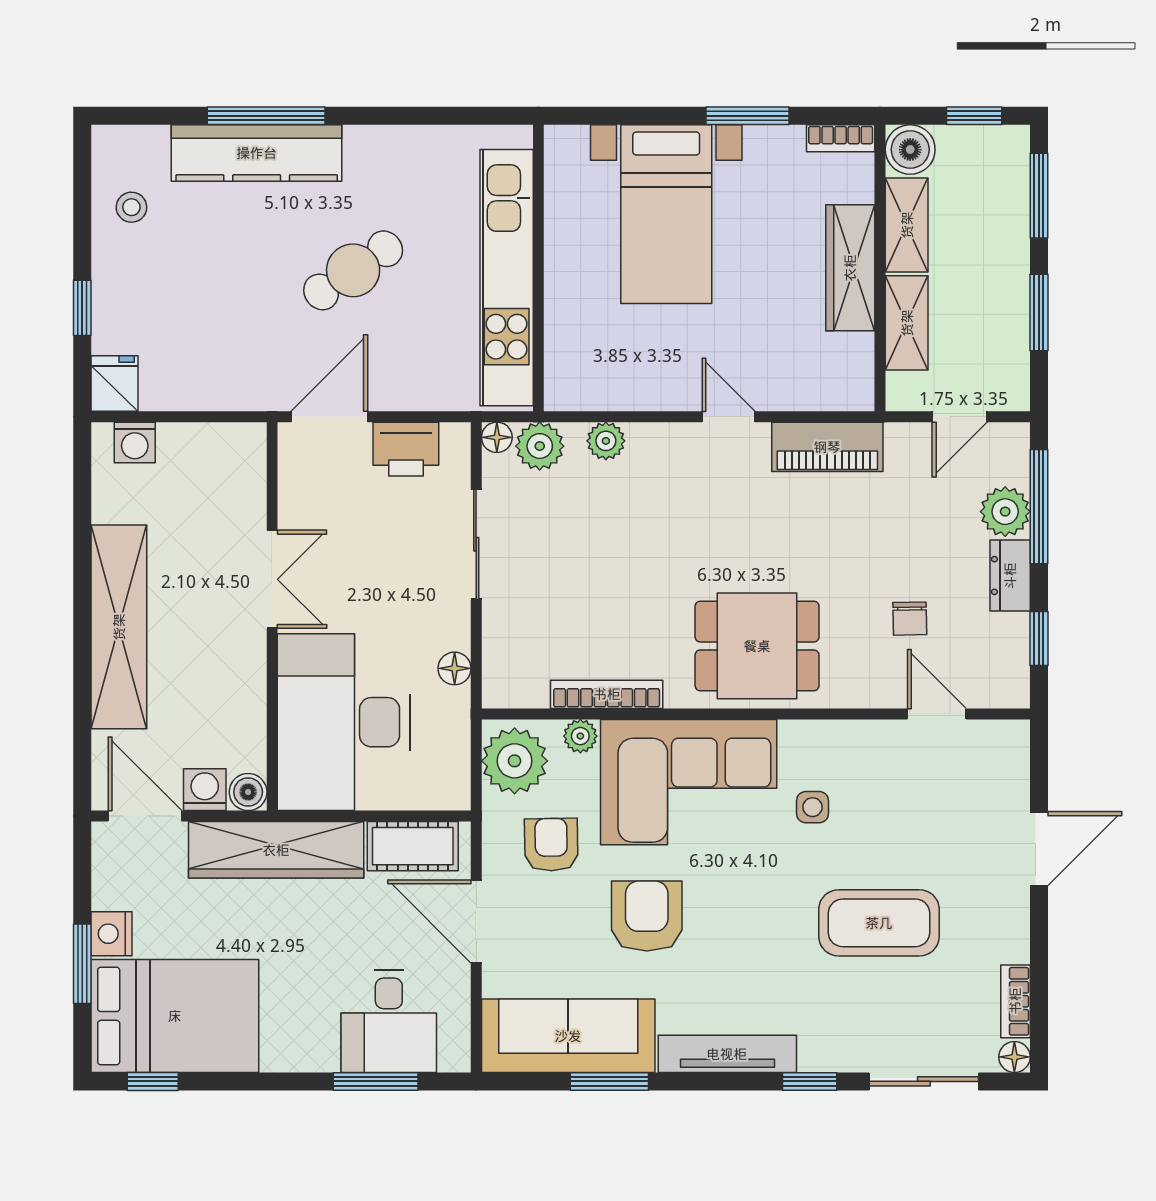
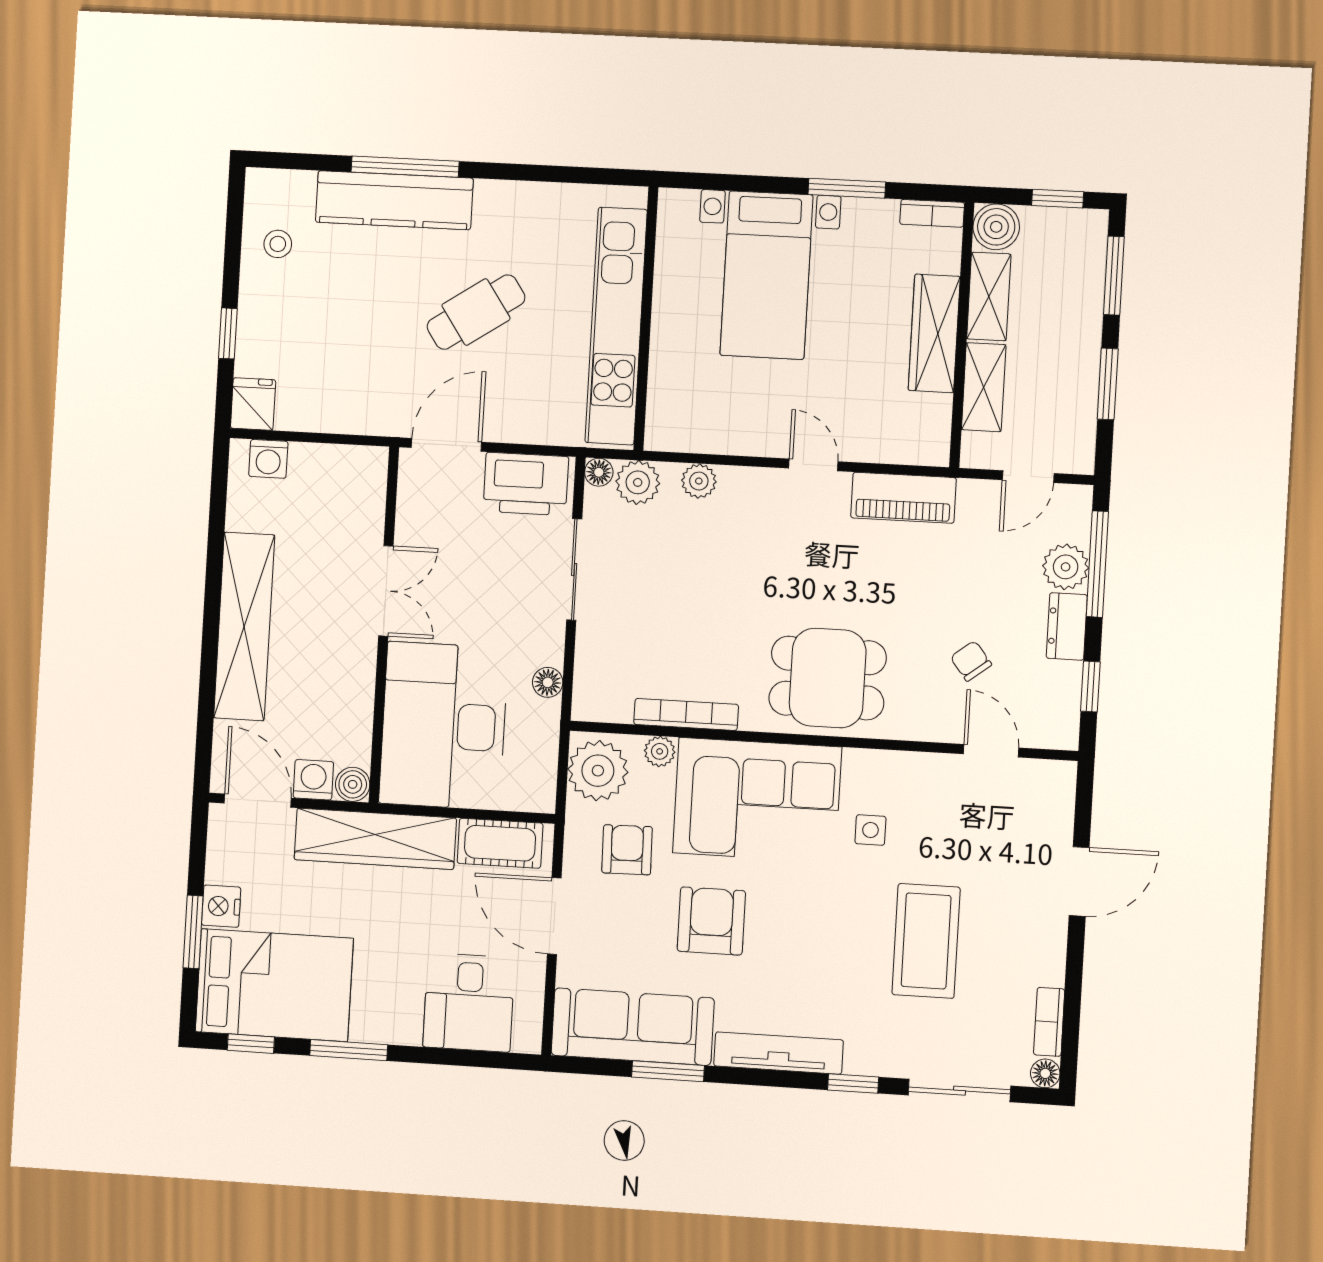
printer: (406, 449) -> (526, 484), width x1.37, depth x1.19
chair: (910, 619) -> (971, 661), turned 143
coffee table: (879, 923) -> (926, 941), turned 90
window: (376, 1081) -> (349, 1050), moved

